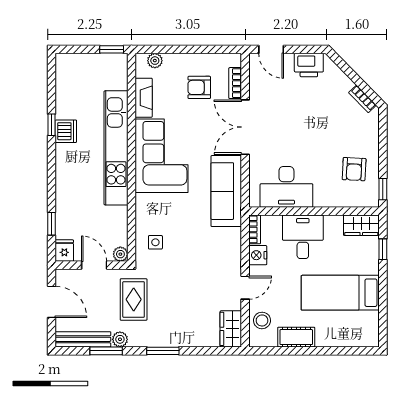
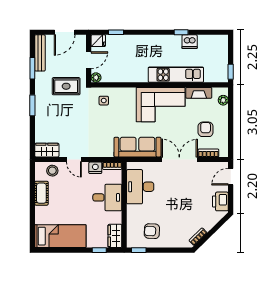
dishwasher: (66, 131) -> (190, 42), moved
kitchen unit: (116, 148) -> (176, 75), width x0.73
bed: (340, 293) -> (60, 236), moved, turned 90
plant: (120, 339) -> (40, 77), removed

